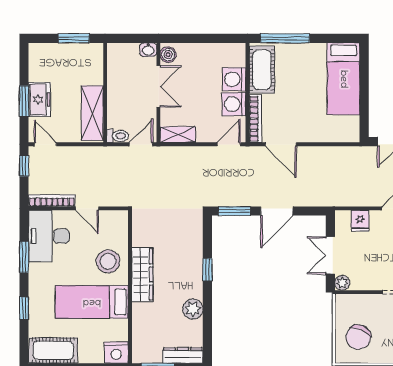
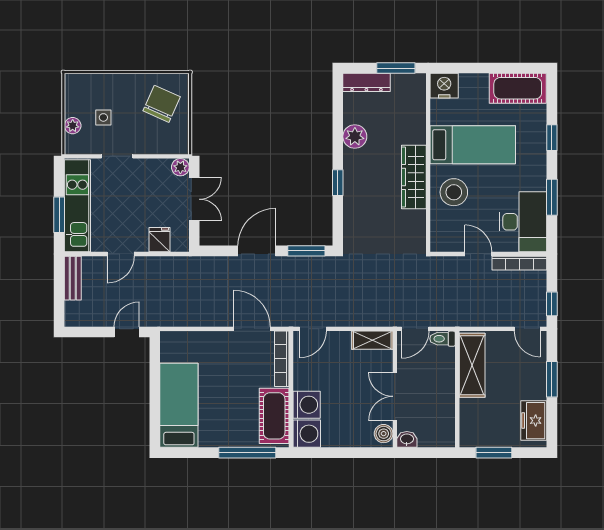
freezer: (40, 99) -> (534, 421), moved
washing machine: (234, 104) -> (307, 434), moved

